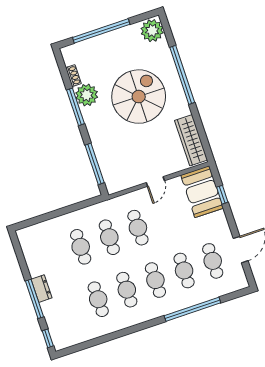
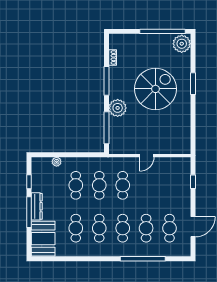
window: (101, 31) -> (163, 31), moved
window: (182, 75) -> (193, 84), width x0.47
plant: (87, 95) -> (118, 108), moved
wardrobe: (191, 140) -> (183, 134), removed
booth: (202, 192) -> (43, 239), moved
plant: (48, 226) -> (57, 162), added
dresser: (42, 289) -> (37, 206), width x1.44
window: (48, 338) -> (29, 182), moved

